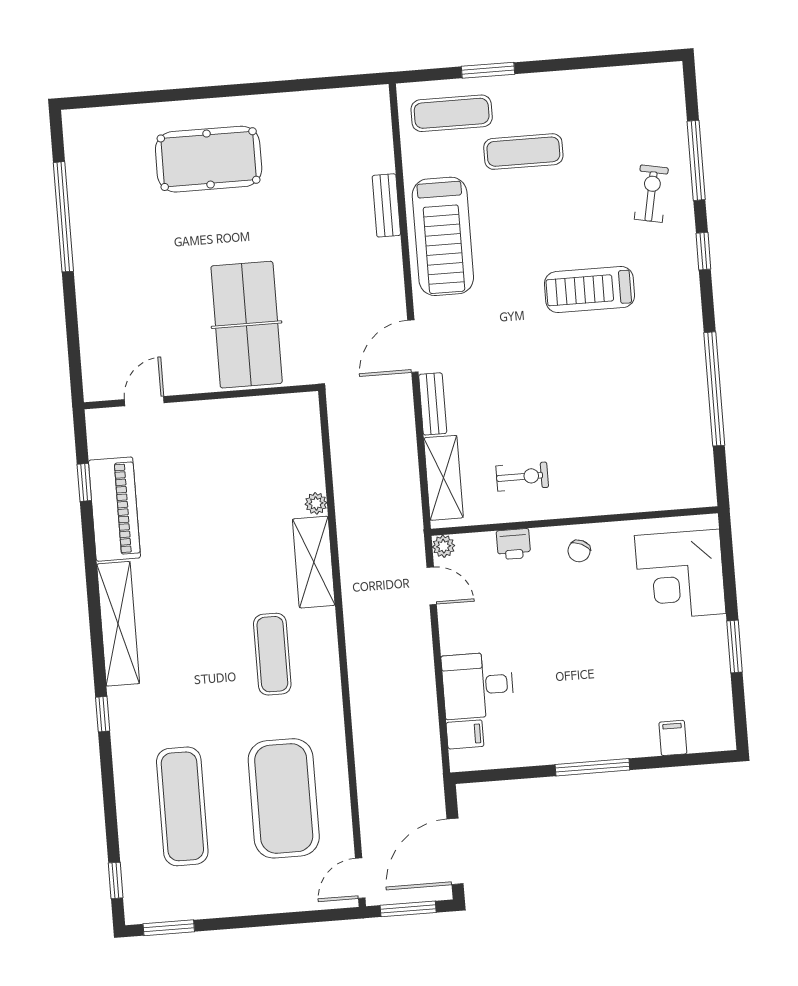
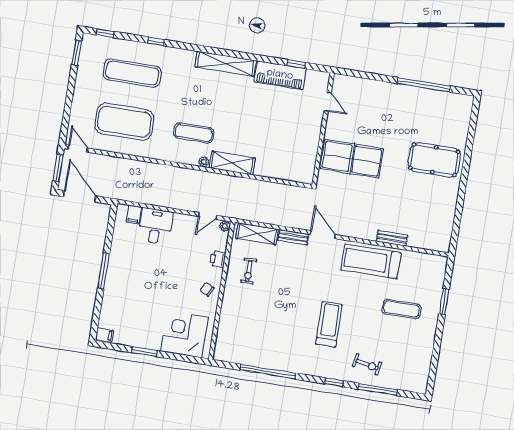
exercise mat: (452, 113) -> (428, 280), removed
exercise mat: (523, 152) -> (402, 309), turned 90
pool table: (209, 159) -> (434, 160), turned 90
plant: (316, 503) -> (204, 162), moved
window: (103, 714) -> (156, 41), moved
filing cabinet: (673, 738) -> (104, 335), moved

